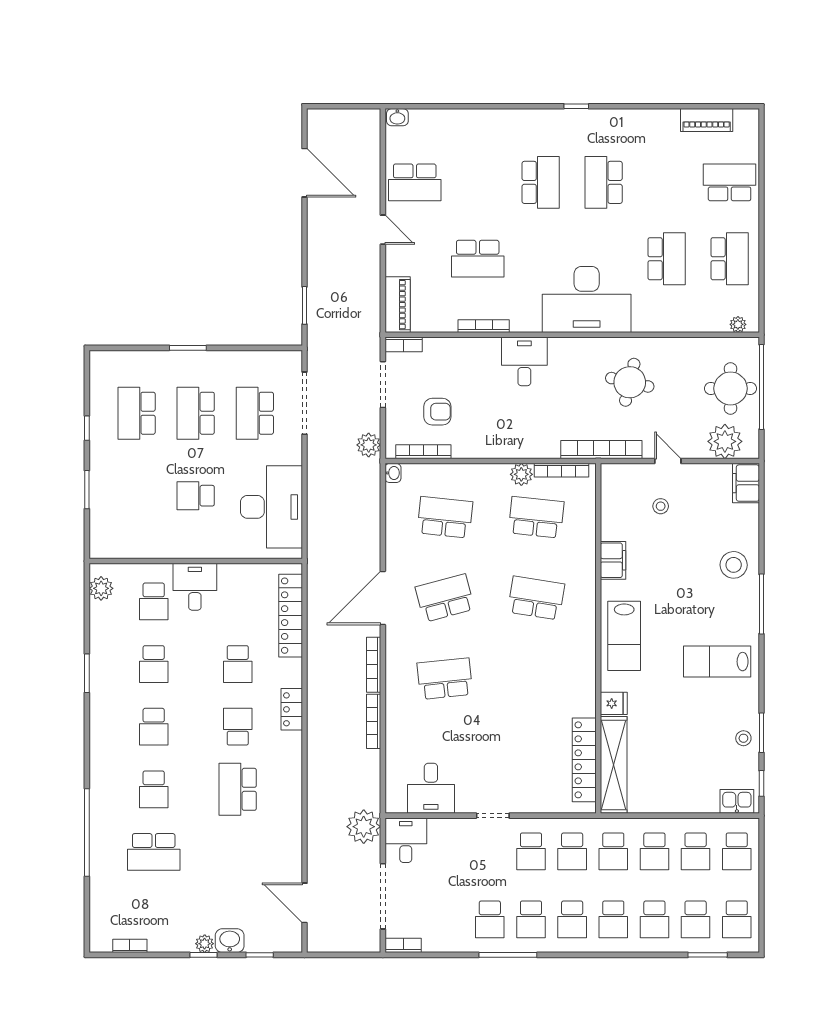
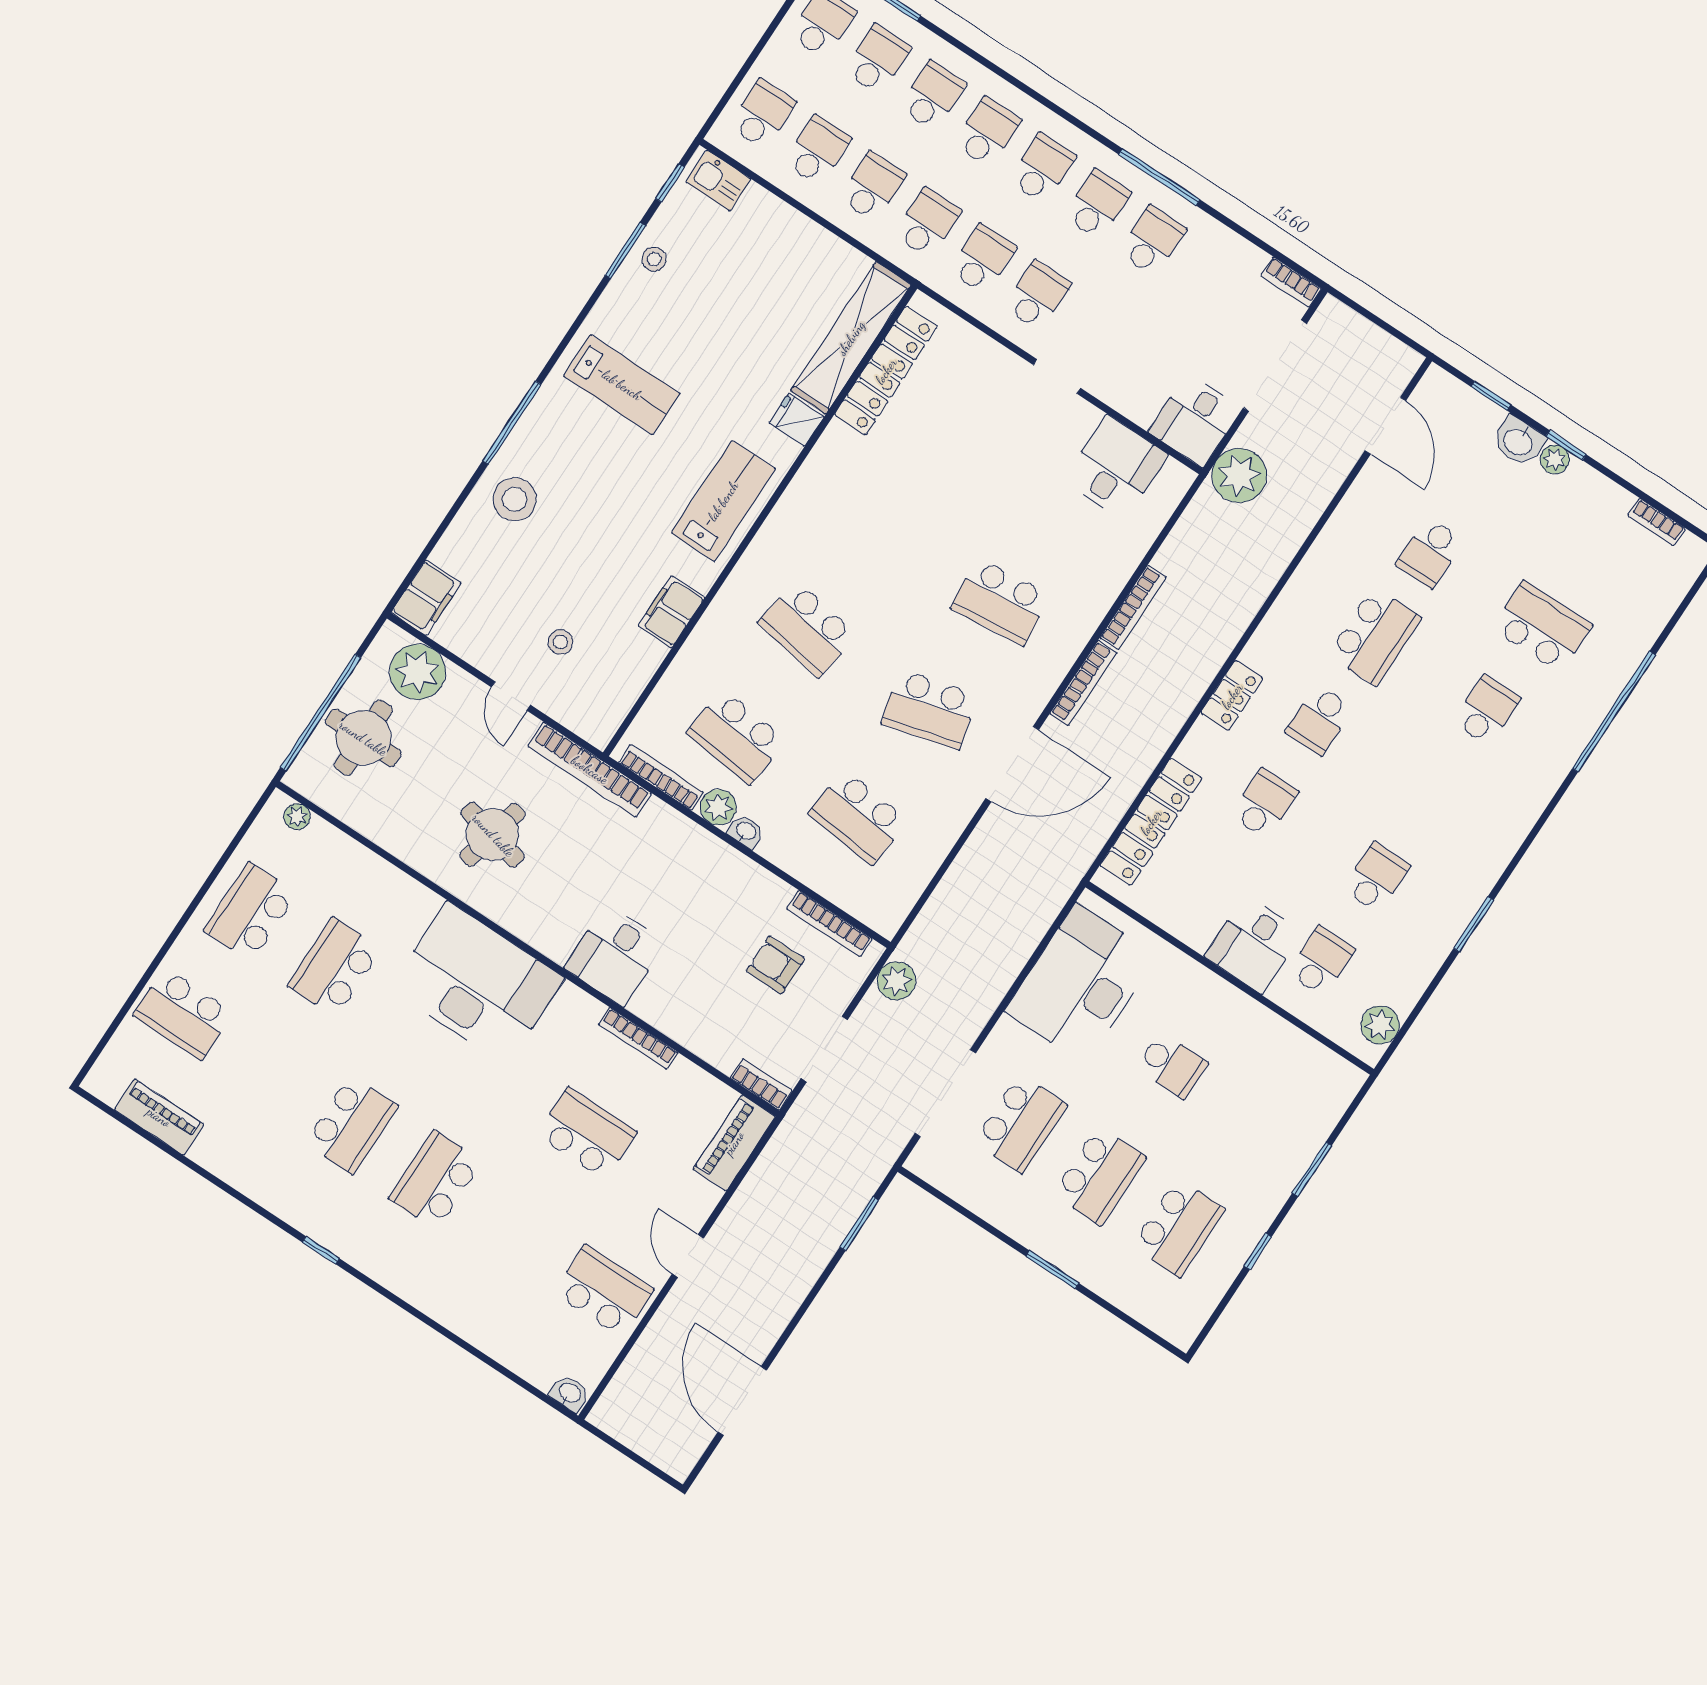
washbasin: (393, 473) -> (746, 832), moved, turned 90
school desk: (154, 727) -> (1430, 553), moved, turned 180

